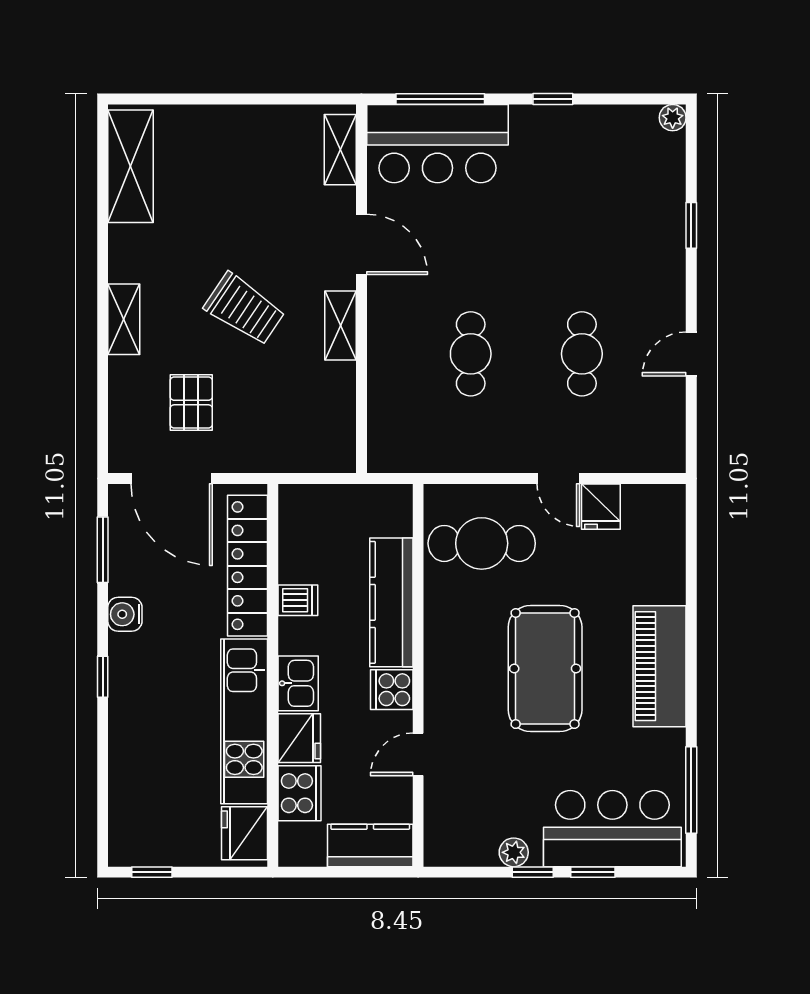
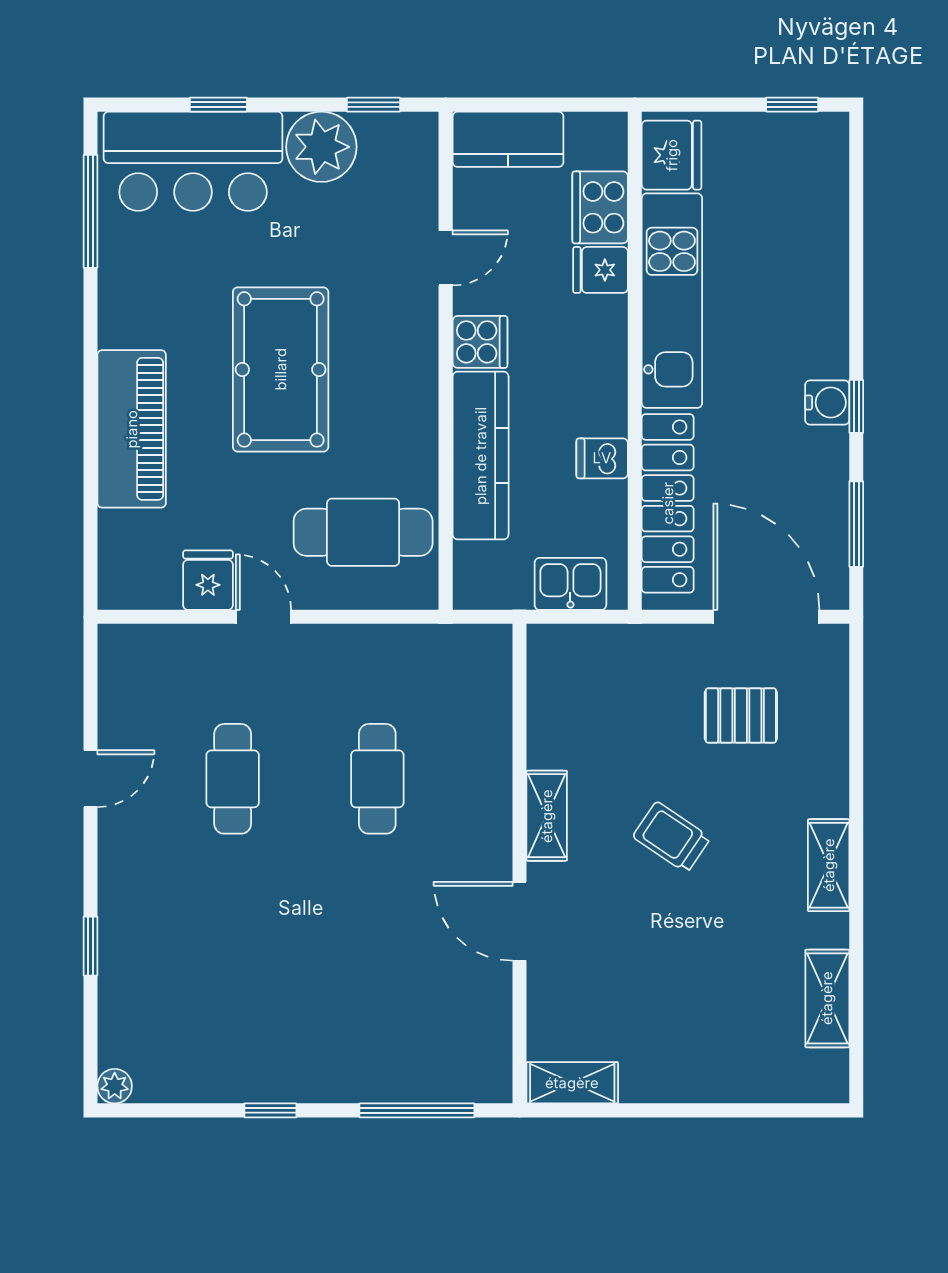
bar counter: (437, 144) -> (421, 1052), removed
shelving: (340, 150) -> (572, 1083), moved, turned 90
shelving: (130, 166) -> (827, 998), width x0.67, depth x0.75
trolley: (244, 309) -> (672, 837), width x0.73, depth x0.72
shelving: (124, 319) -> (829, 865), moved
pallet: (191, 403) -> (741, 716), turned 90
water cooler: (125, 614) -> (827, 403), moved
piano: (660, 666) -> (132, 429), moved
window: (103, 677) -> (856, 406), moved
kitchen sink: (298, 683) -> (570, 584), moved, turned 90
fridge: (299, 738) -> (600, 270), width x0.72
plant: (514, 852) -> (321, 147), width x1.87, depth x1.87
window: (533, 872) -> (374, 105), moved

